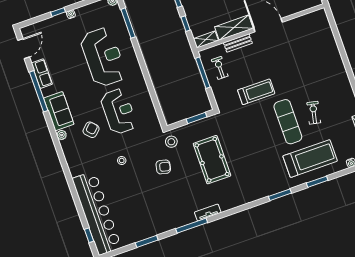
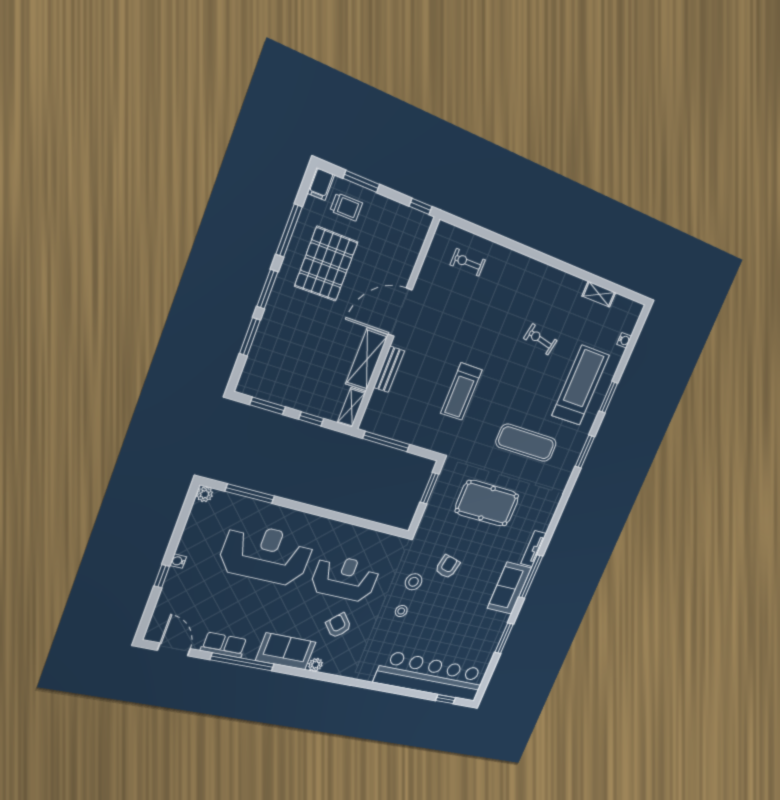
exercise bike: (220, 68) -> (468, 262), moved
treadmill: (256, 92) -> (461, 392), turned 180
exercise mat: (288, 122) -> (526, 443), moved
stool: (171, 142) -> (414, 582), moved
sofa: (177, 218) -> (509, 588), added

